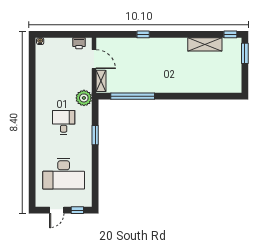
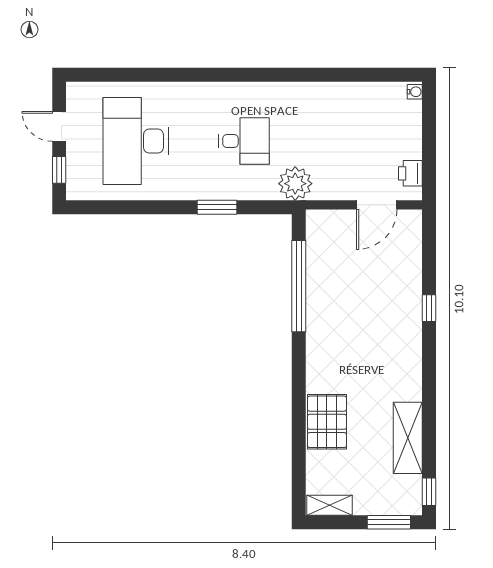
shelving: (101, 81) -> (329, 505), moved
pallet: (197, 83) -> (327, 422), added

